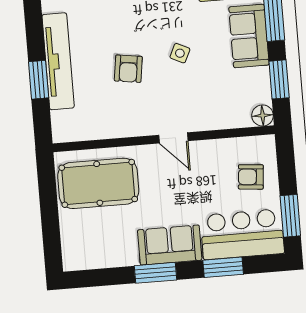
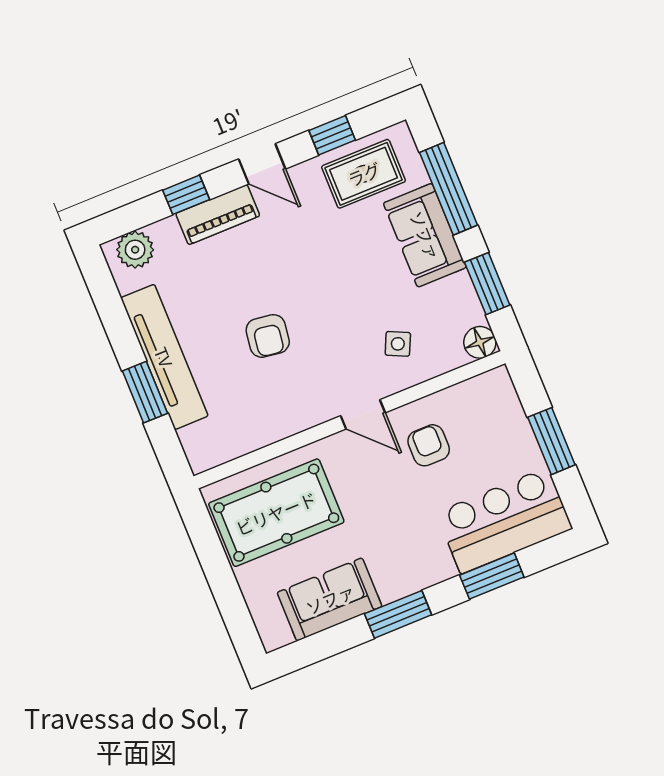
side table: (180, 53) -> (398, 344), moved
armchair: (251, 177) -> (429, 445), moved, turned 85
window: (290, 216) -> (551, 441), moved
sofa: (170, 245) -> (330, 599), moved

